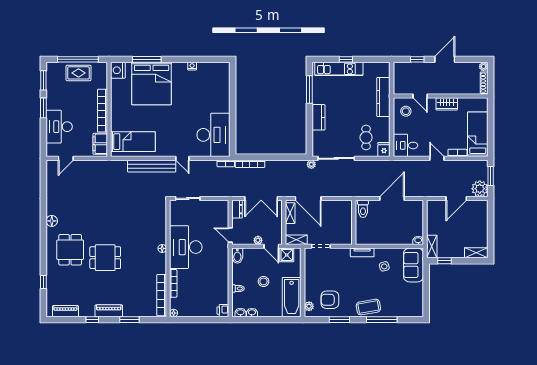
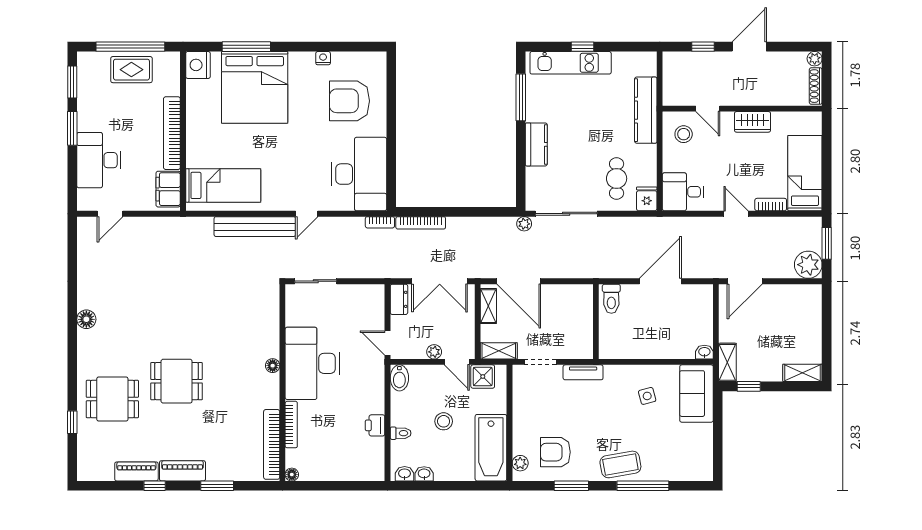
armchair: (208, 91) -> (349, 101), added
door: (182, 158) -> (307, 214), hinge flipped
door: (456, 198) -> (745, 281), moved
dining table: (70, 250) -> (112, 399), moved, turned 90
tv unit: (362, 252) -> (583, 372), moved
piano: (65, 311) -> (136, 471), moved
printer: (223, 311) -> (375, 425), moved

